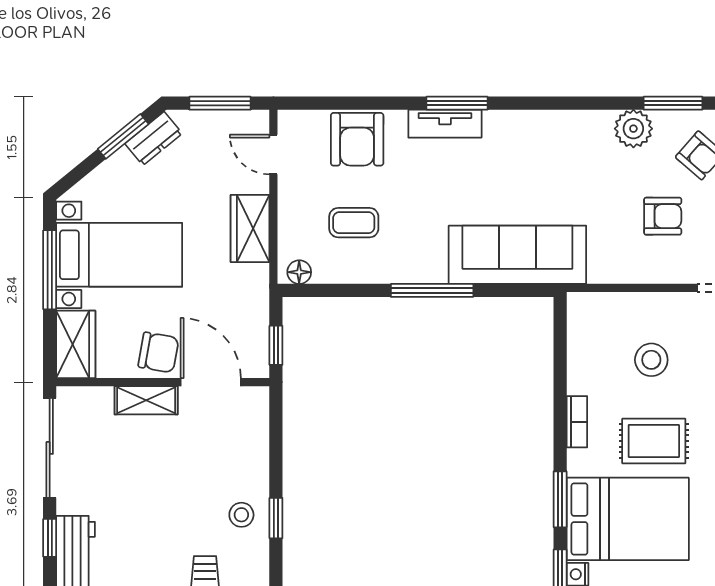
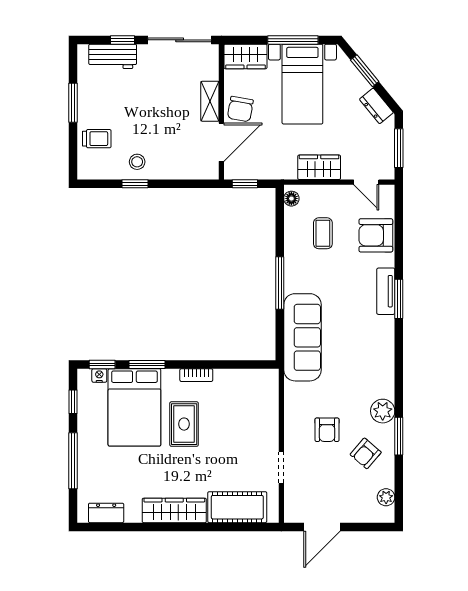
window: (123, 136) -> (365, 71), moved
door: (273, 155) -> (366, 182), swing flipped
stool: (651, 360) -> (236, 422), removed

